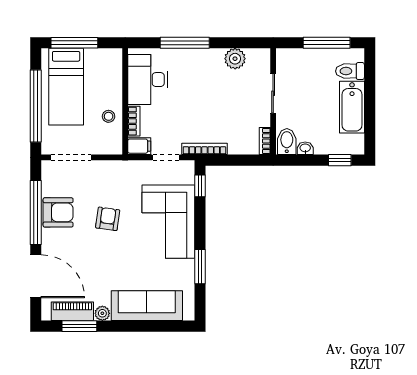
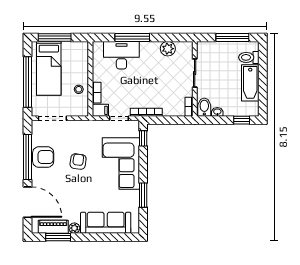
desk: (148, 80) -> (121, 55), moved, turned 90

